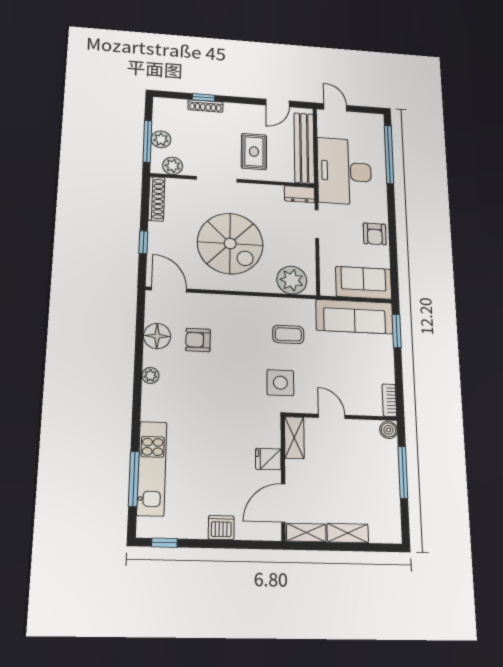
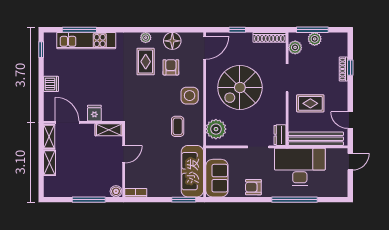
window: (389, 154) -> (295, 200), moved
rug: (188, 377) -> (146, 62), added
side table: (280, 383) -> (190, 96), moved

